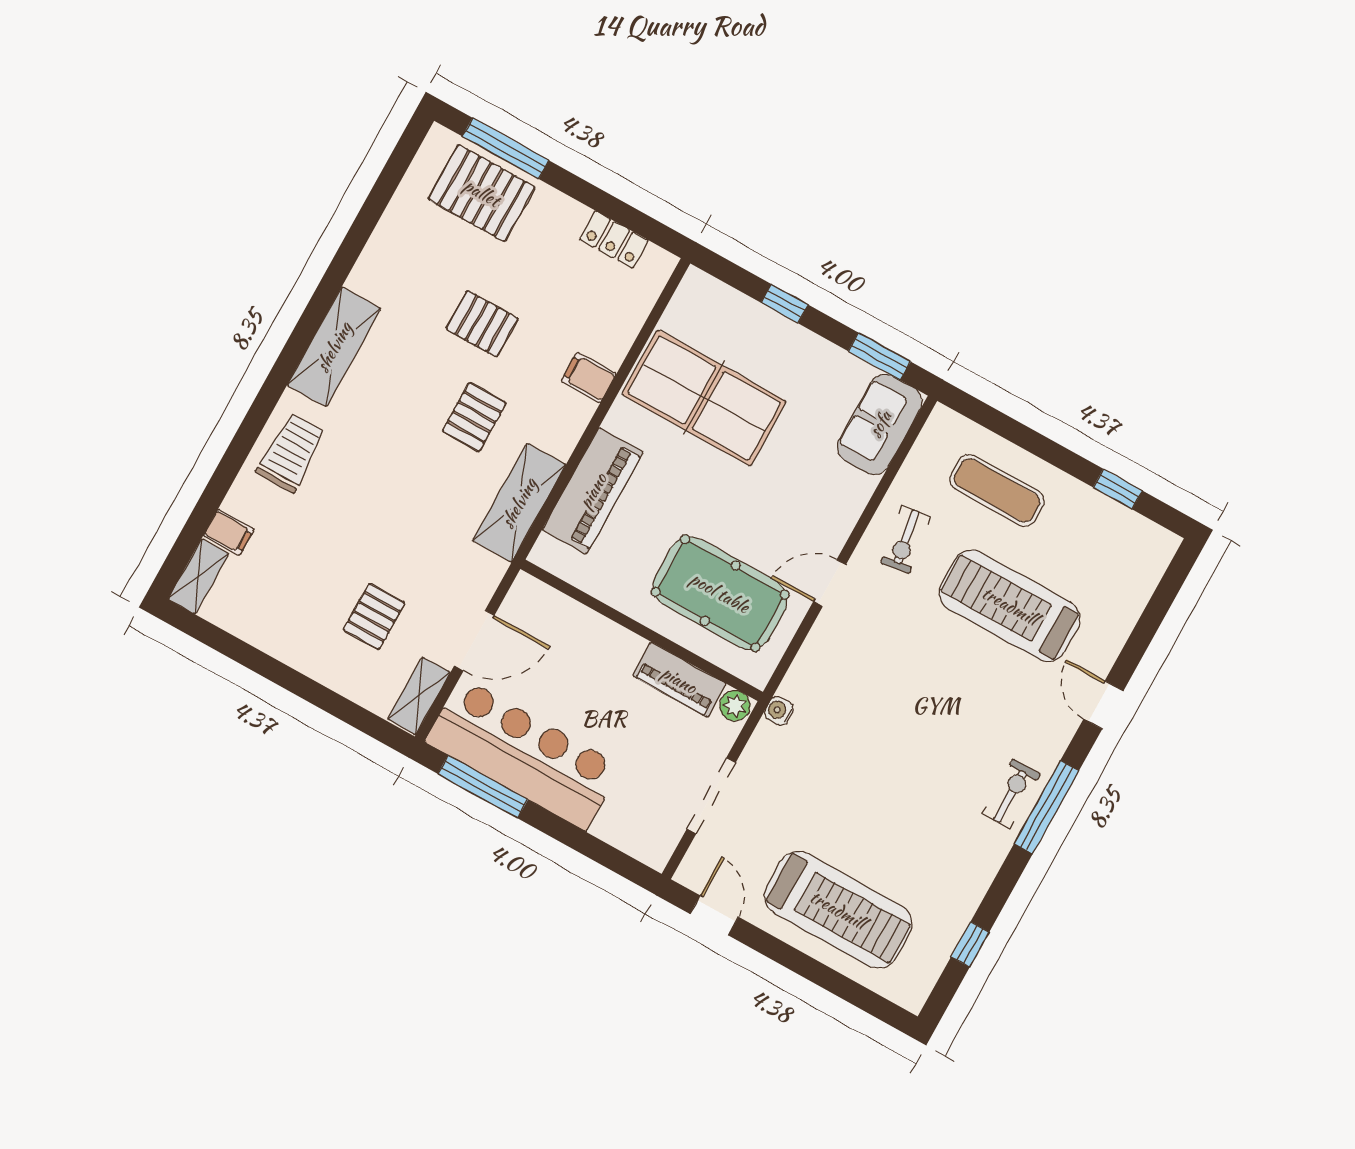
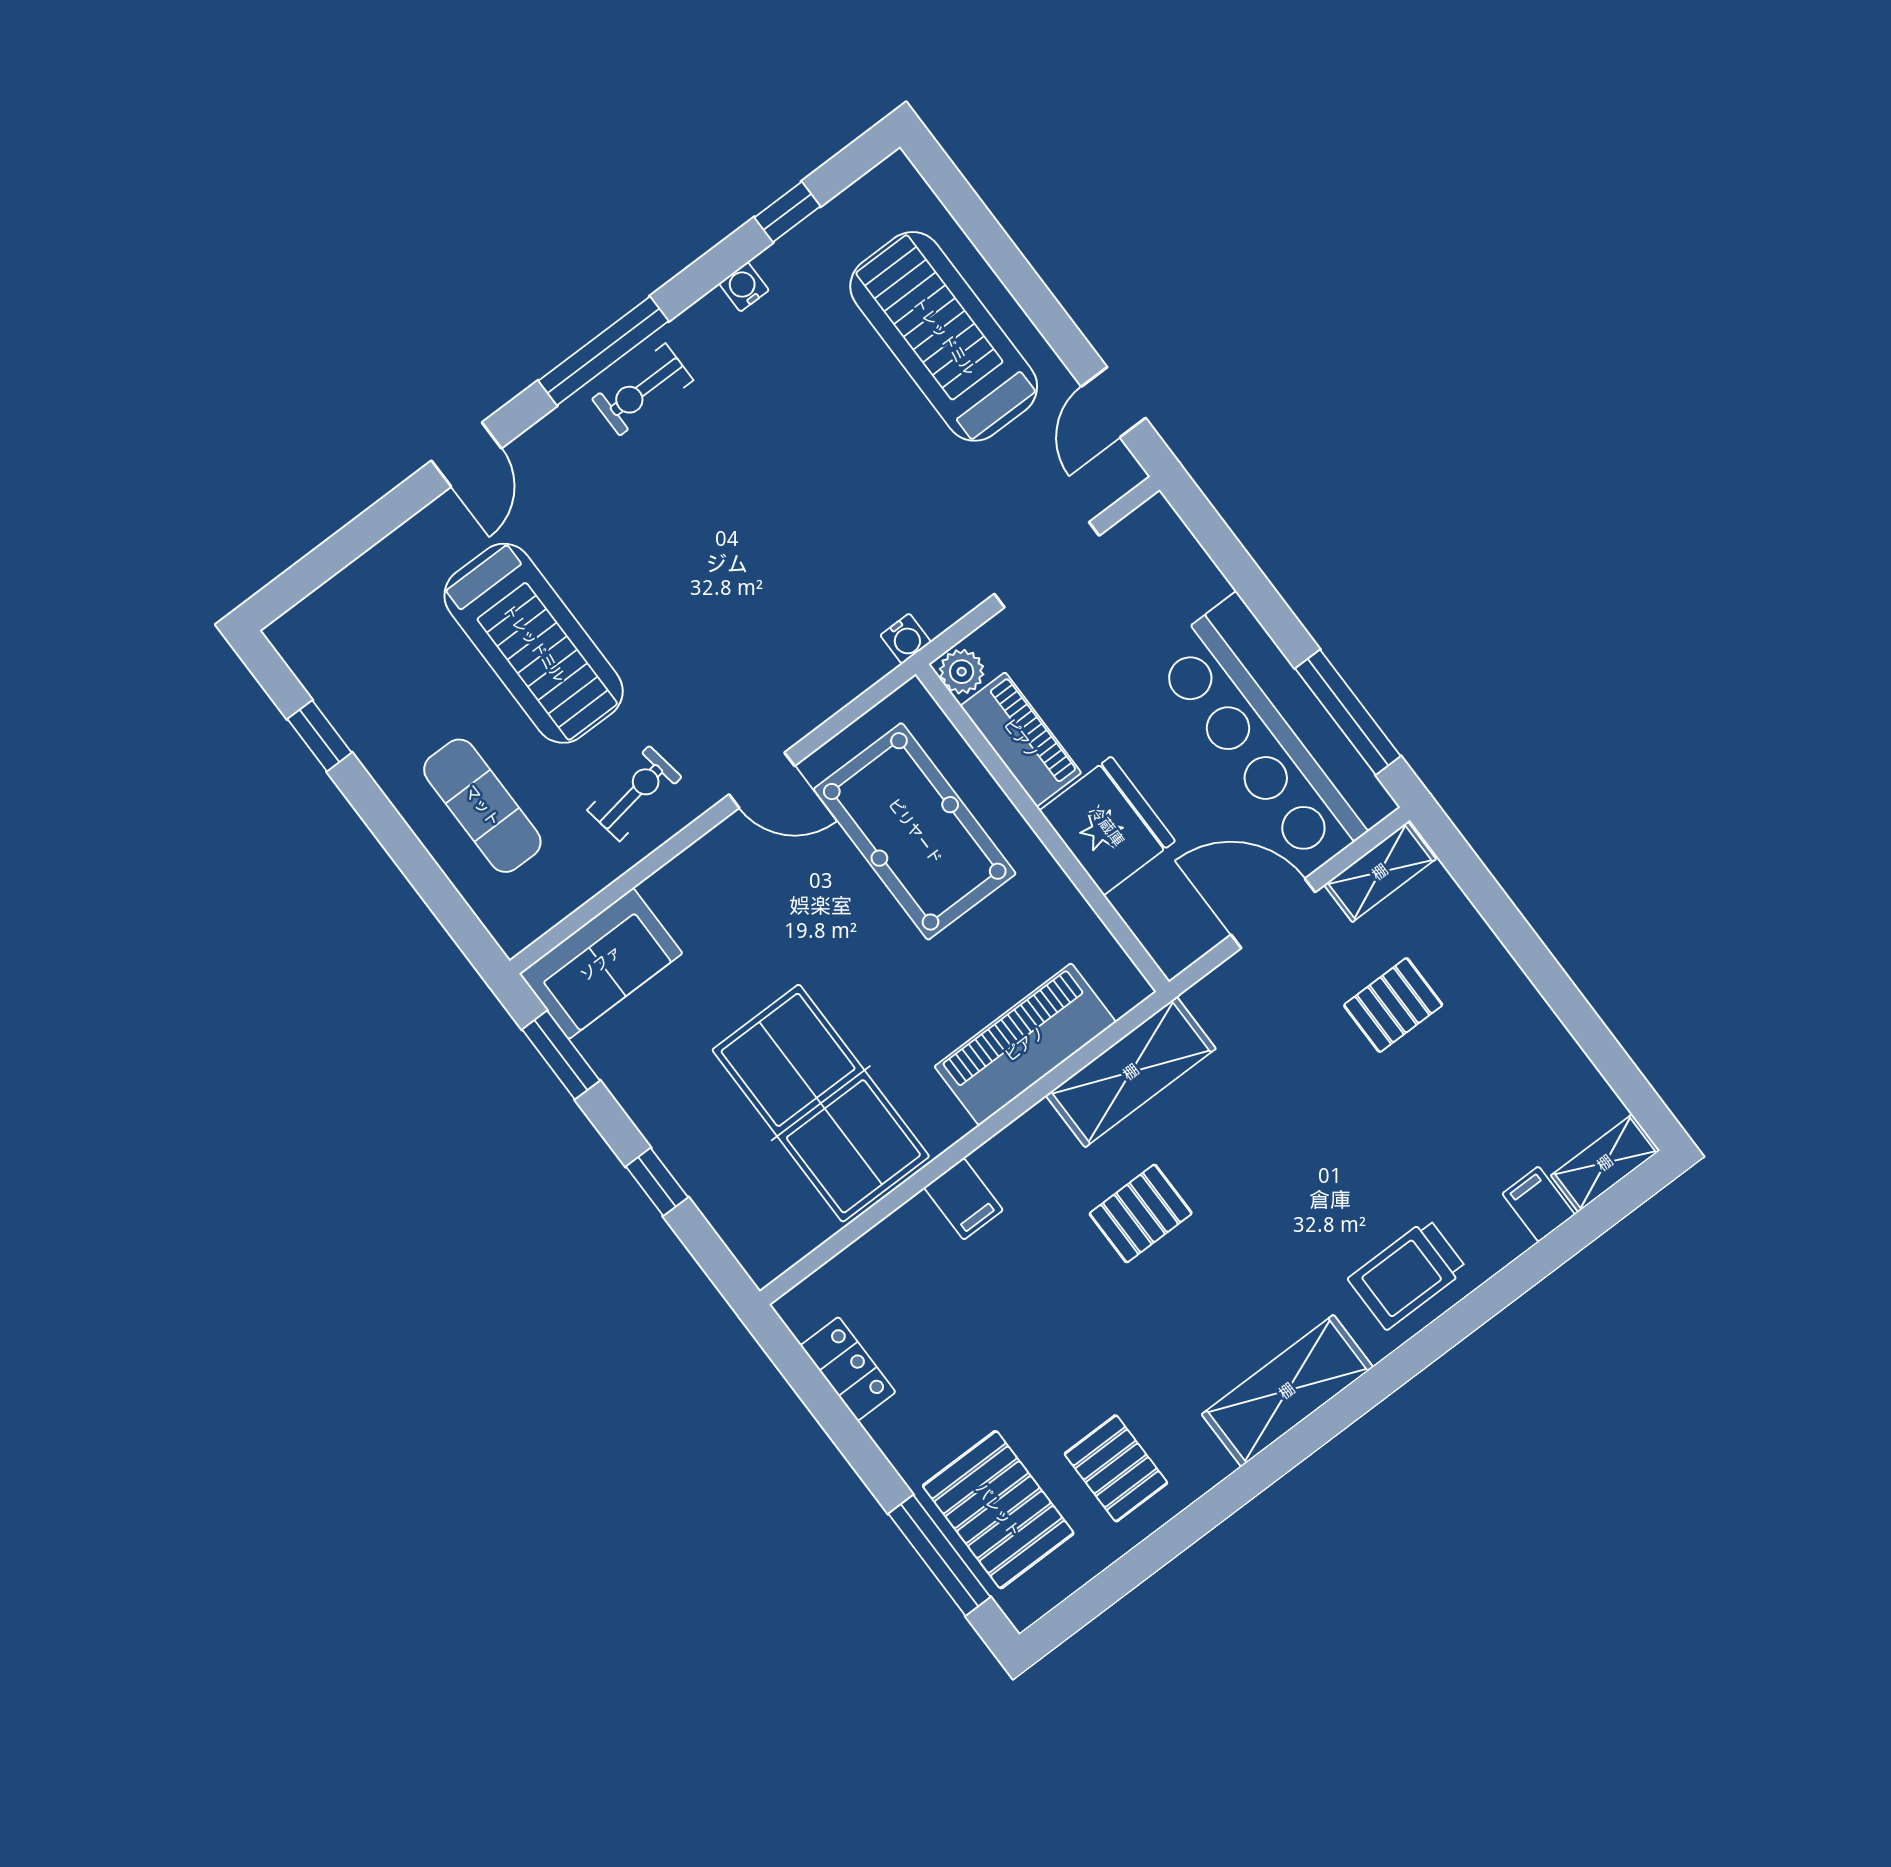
pallet: (482, 324) -> (1116, 1468), moved
fridge: (602, 650) -> (1107, 826), added
water cooler: (977, 886) -> (744, 287), added

